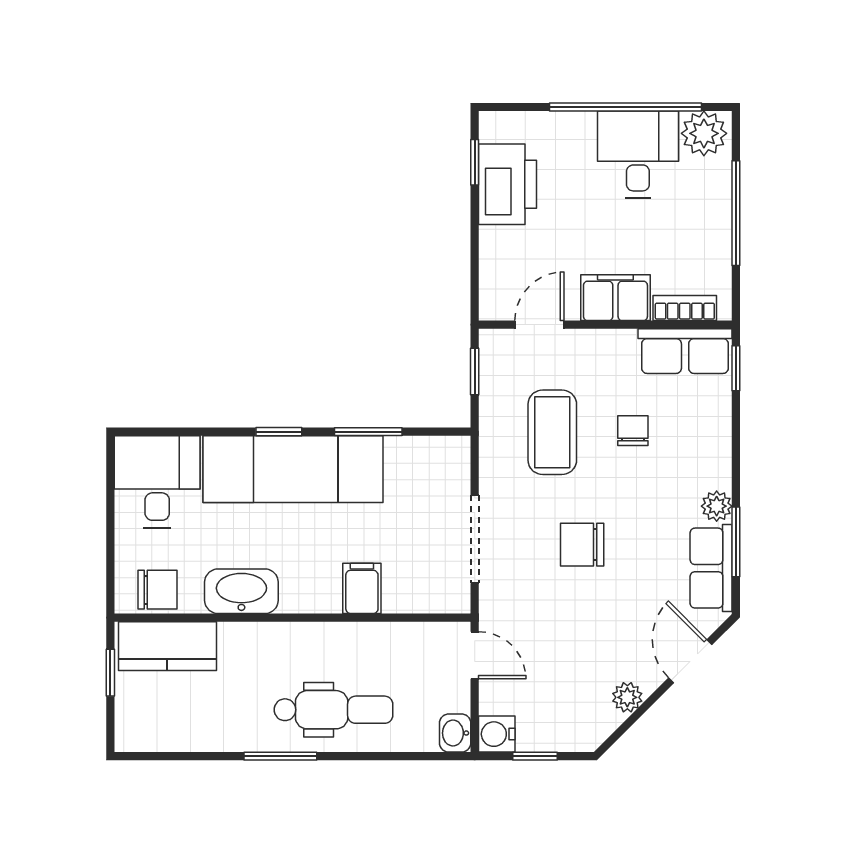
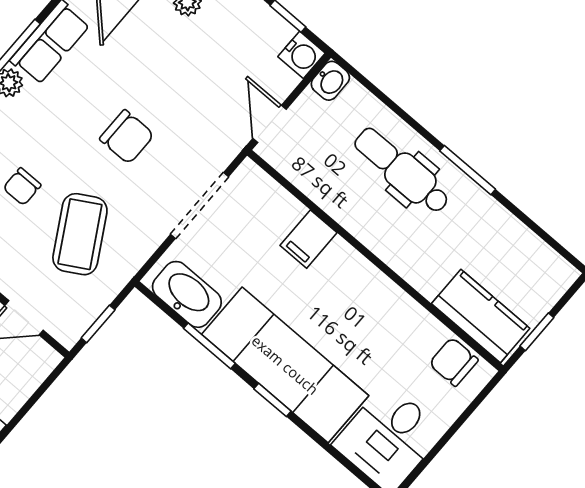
coffee table: (552, 432) -> (80, 234), turned -30
washbasin: (241, 591) -> (187, 294), moved, turned 180

